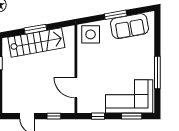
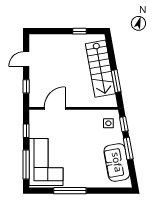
window: (91, 19) -> (124, 124), added
window: (35, 29) -> (116, 81), moved
side table: (91, 34) -> (108, 123), width x0.54, depth x0.54
window: (132, 116) -> (26, 165), width x1.44

